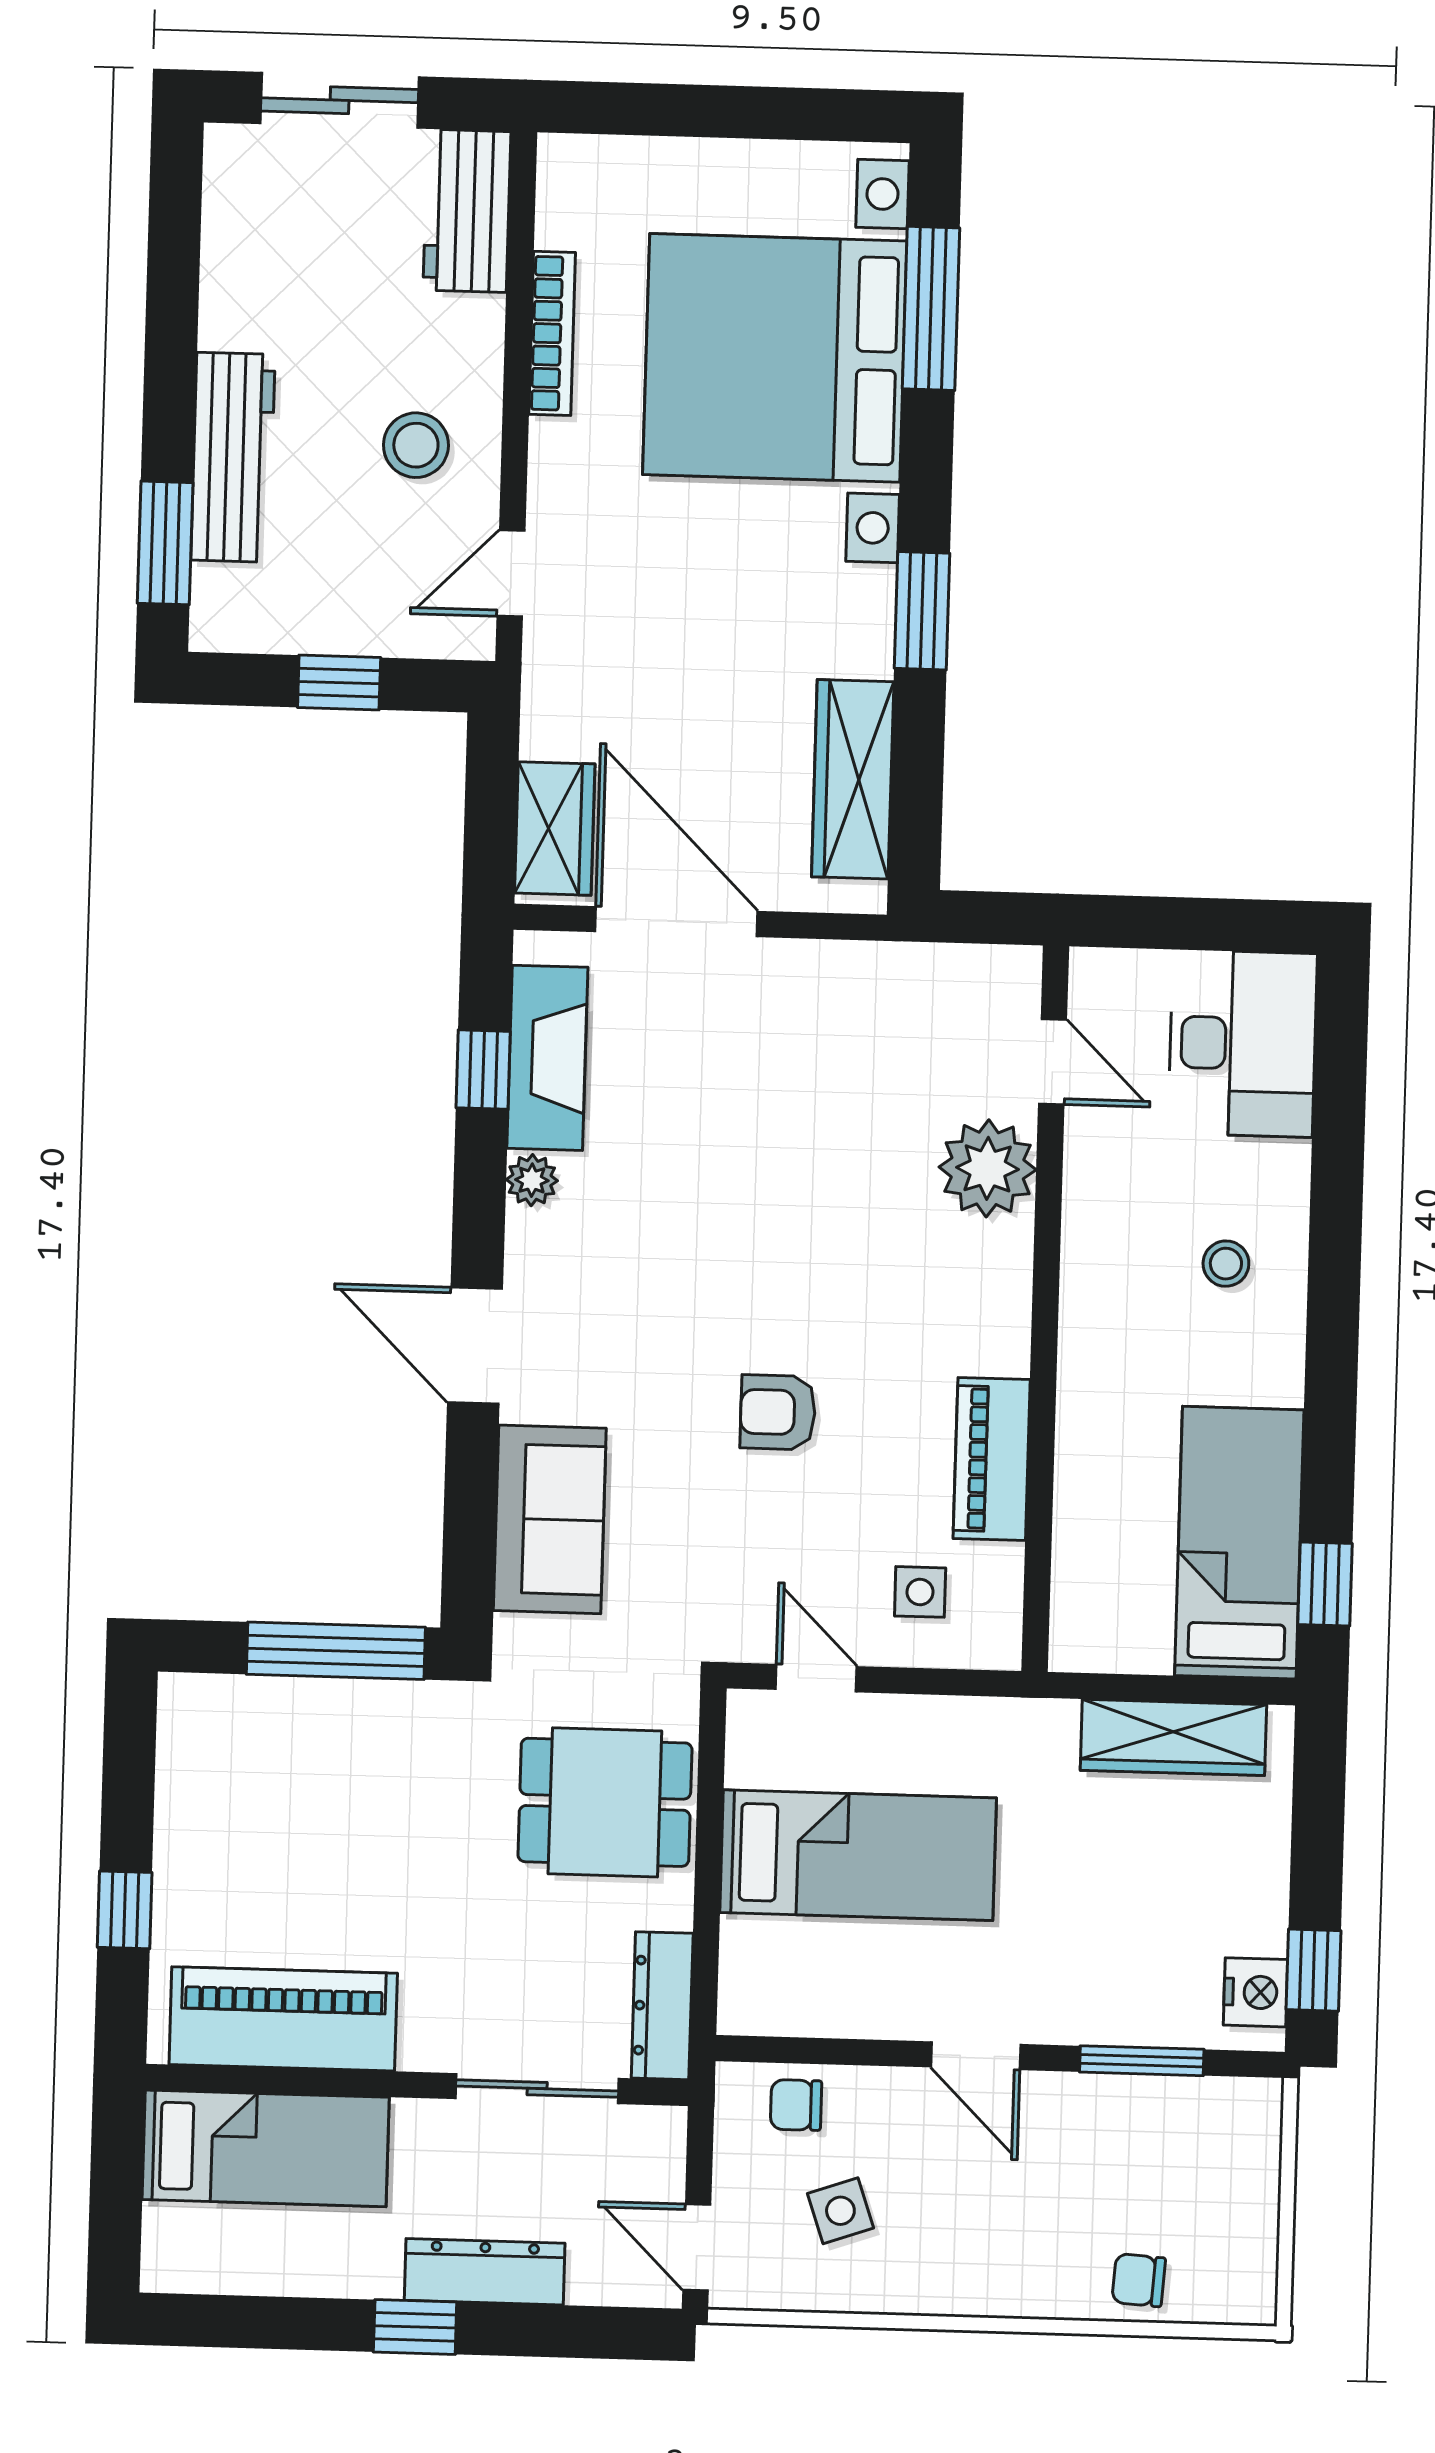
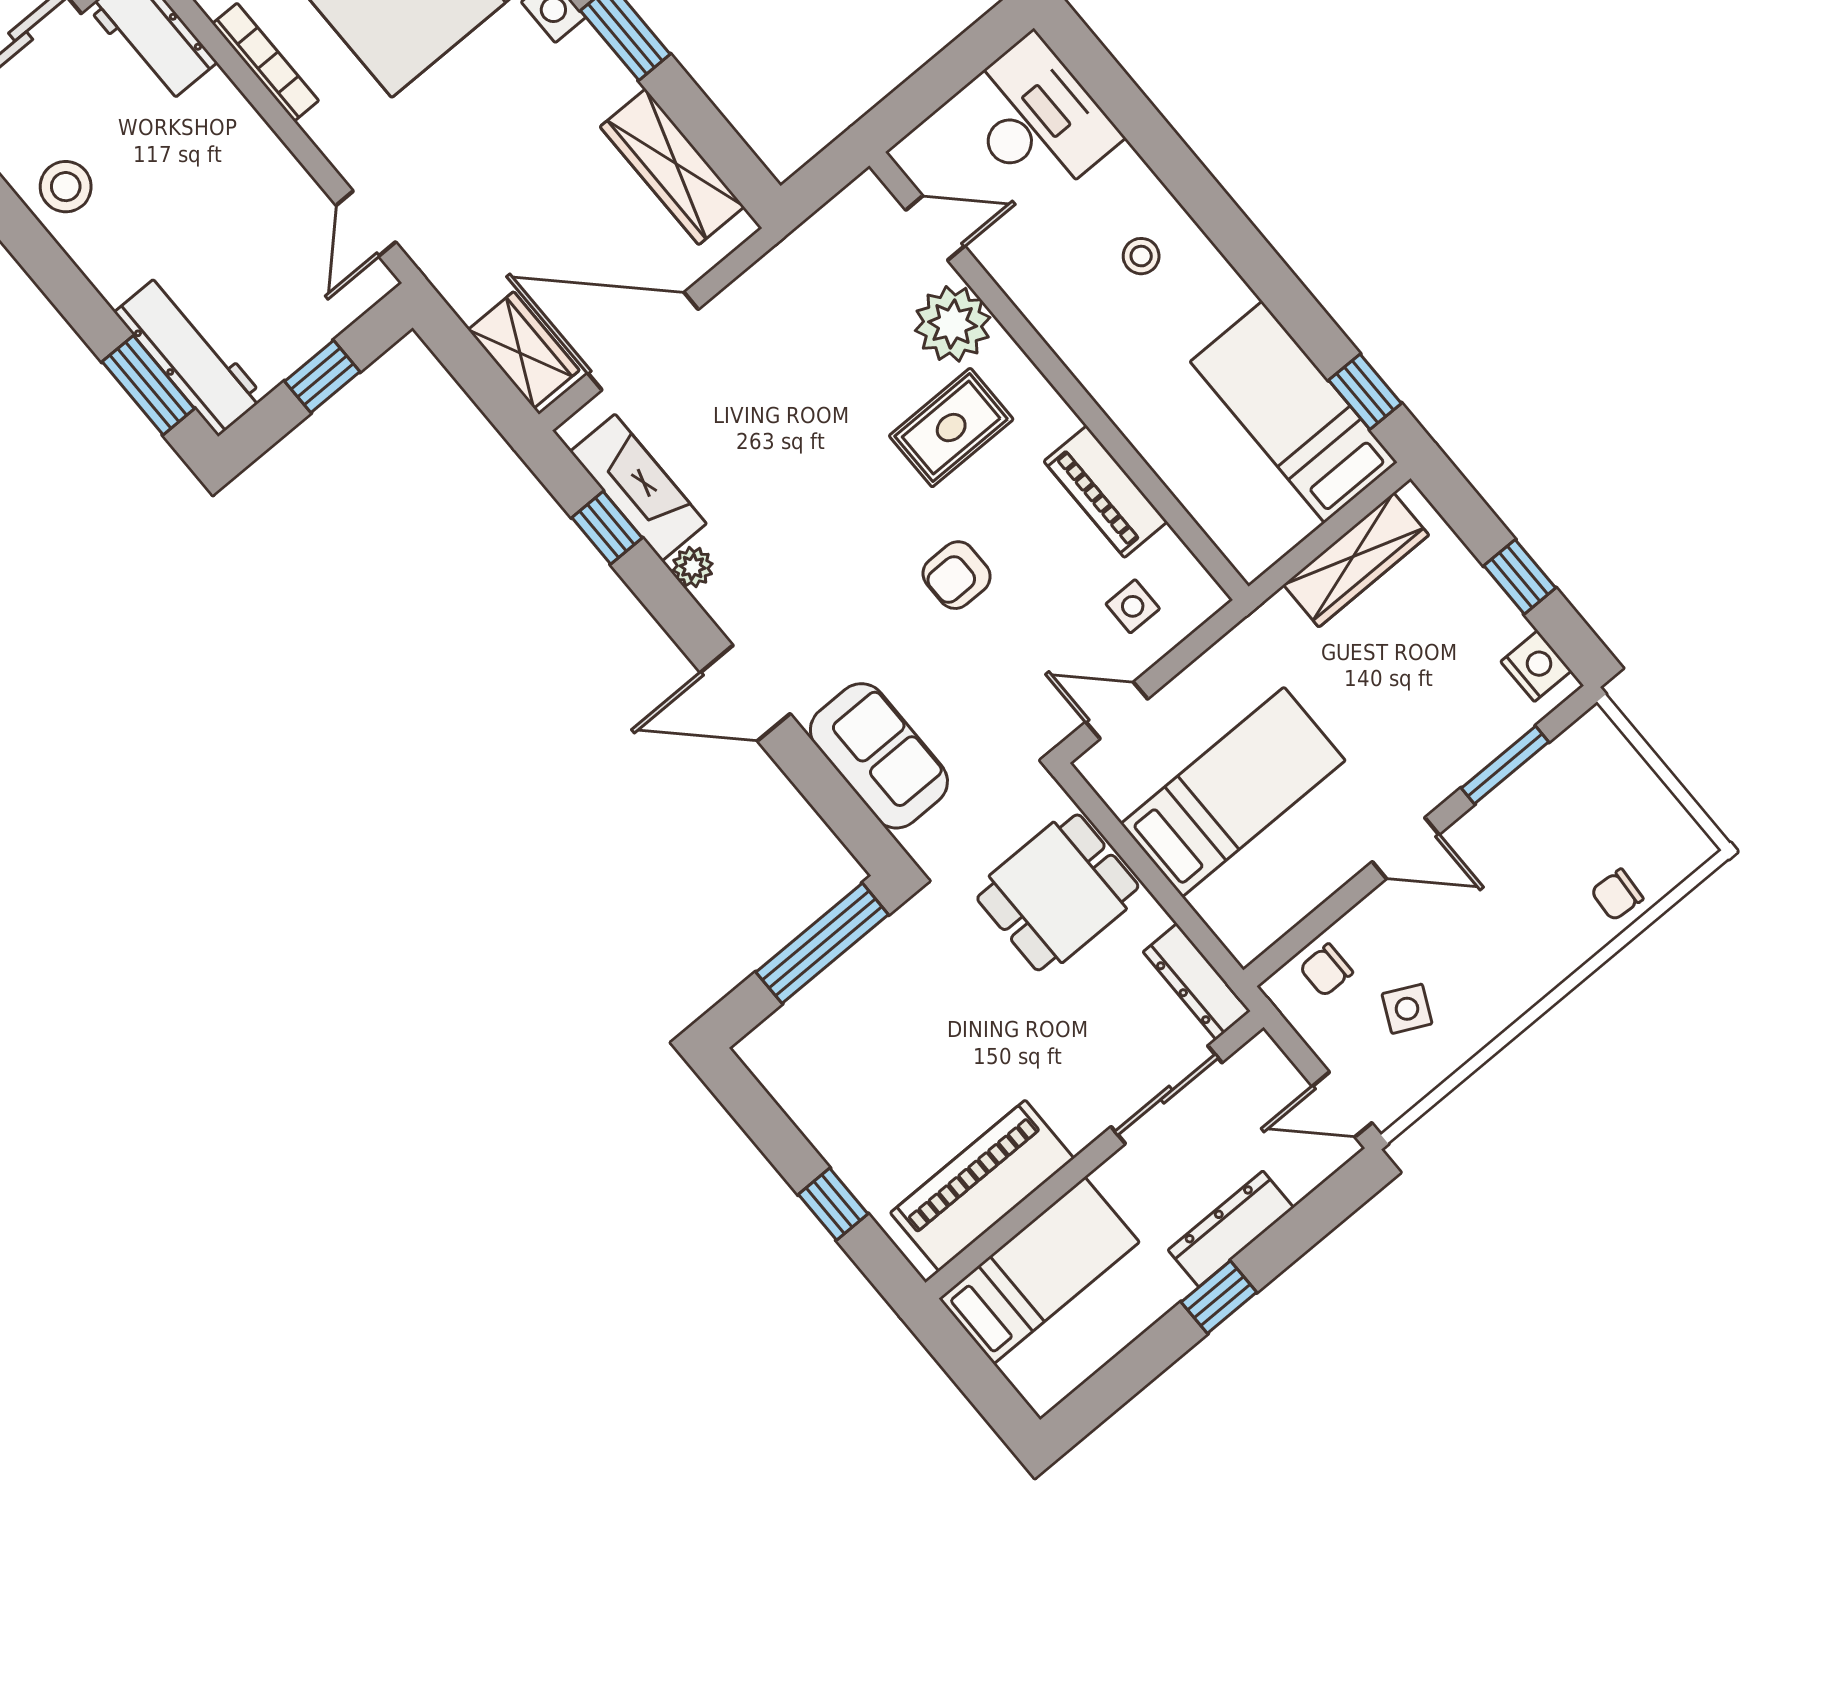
stool: (416, 445) -> (66, 187), moved
workbench: (233, 457) -> (189, 355), moved
rug: (898, 1266) -> (951, 428), added
window: (1313, 1970) -> (1520, 577), moved
side table: (840, 2211) -> (1407, 1009), turned 45

